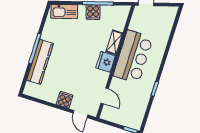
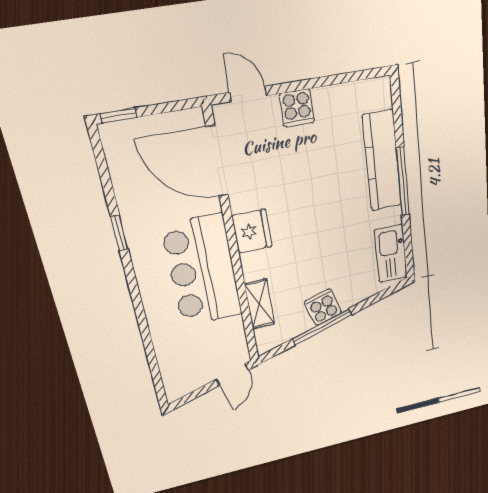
kitchen sink: (64, 12) -> (391, 254), moved, turned -73
shelving: (114, 42) -> (259, 304), moved
door: (105, 96) -> (217, 161), width x1.88

